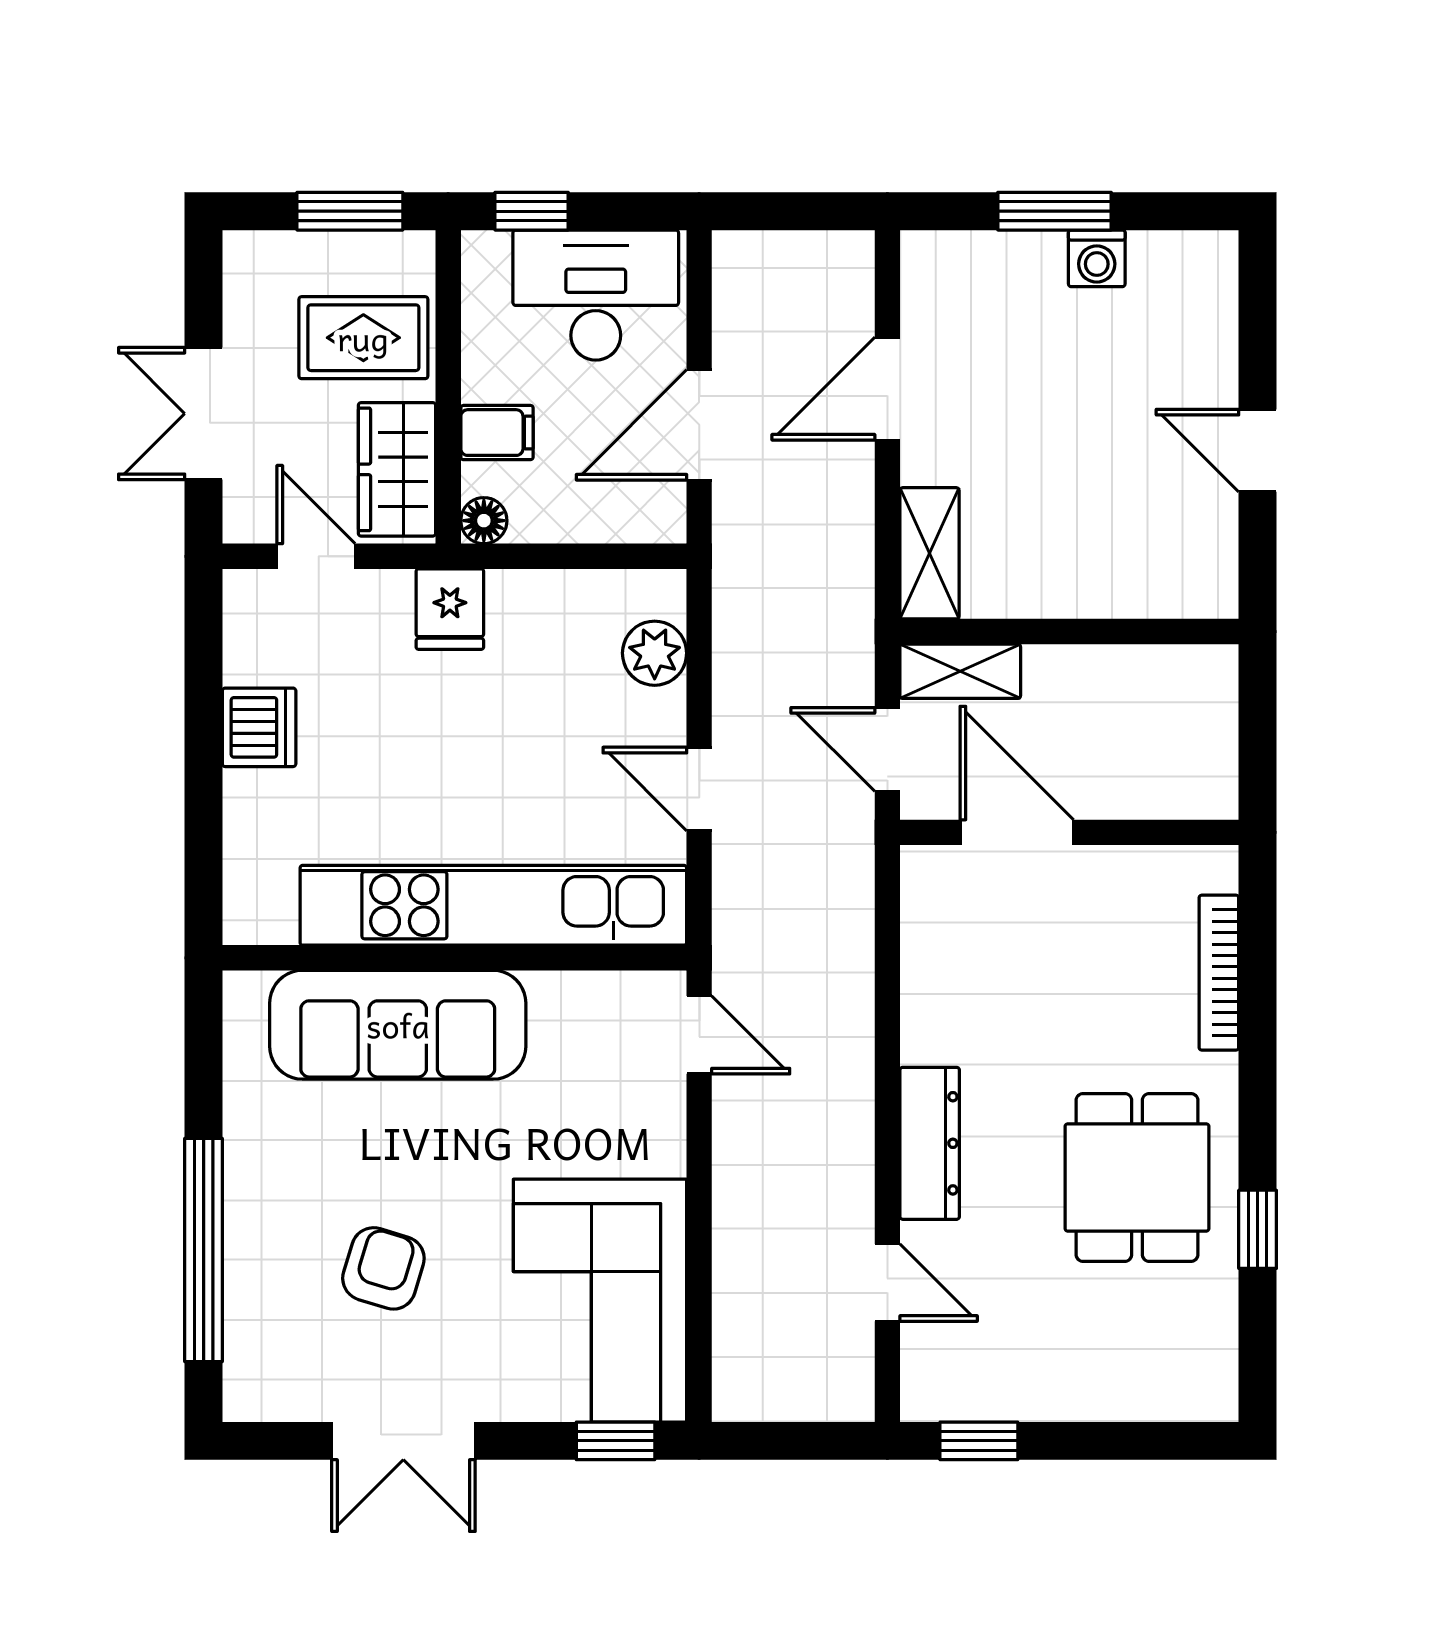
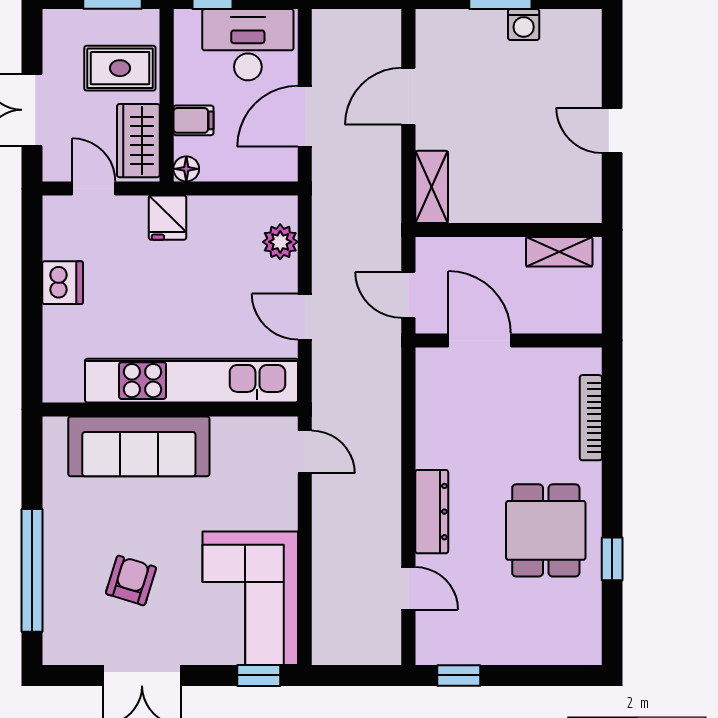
shelving: (960, 671) -> (559, 252), moved

